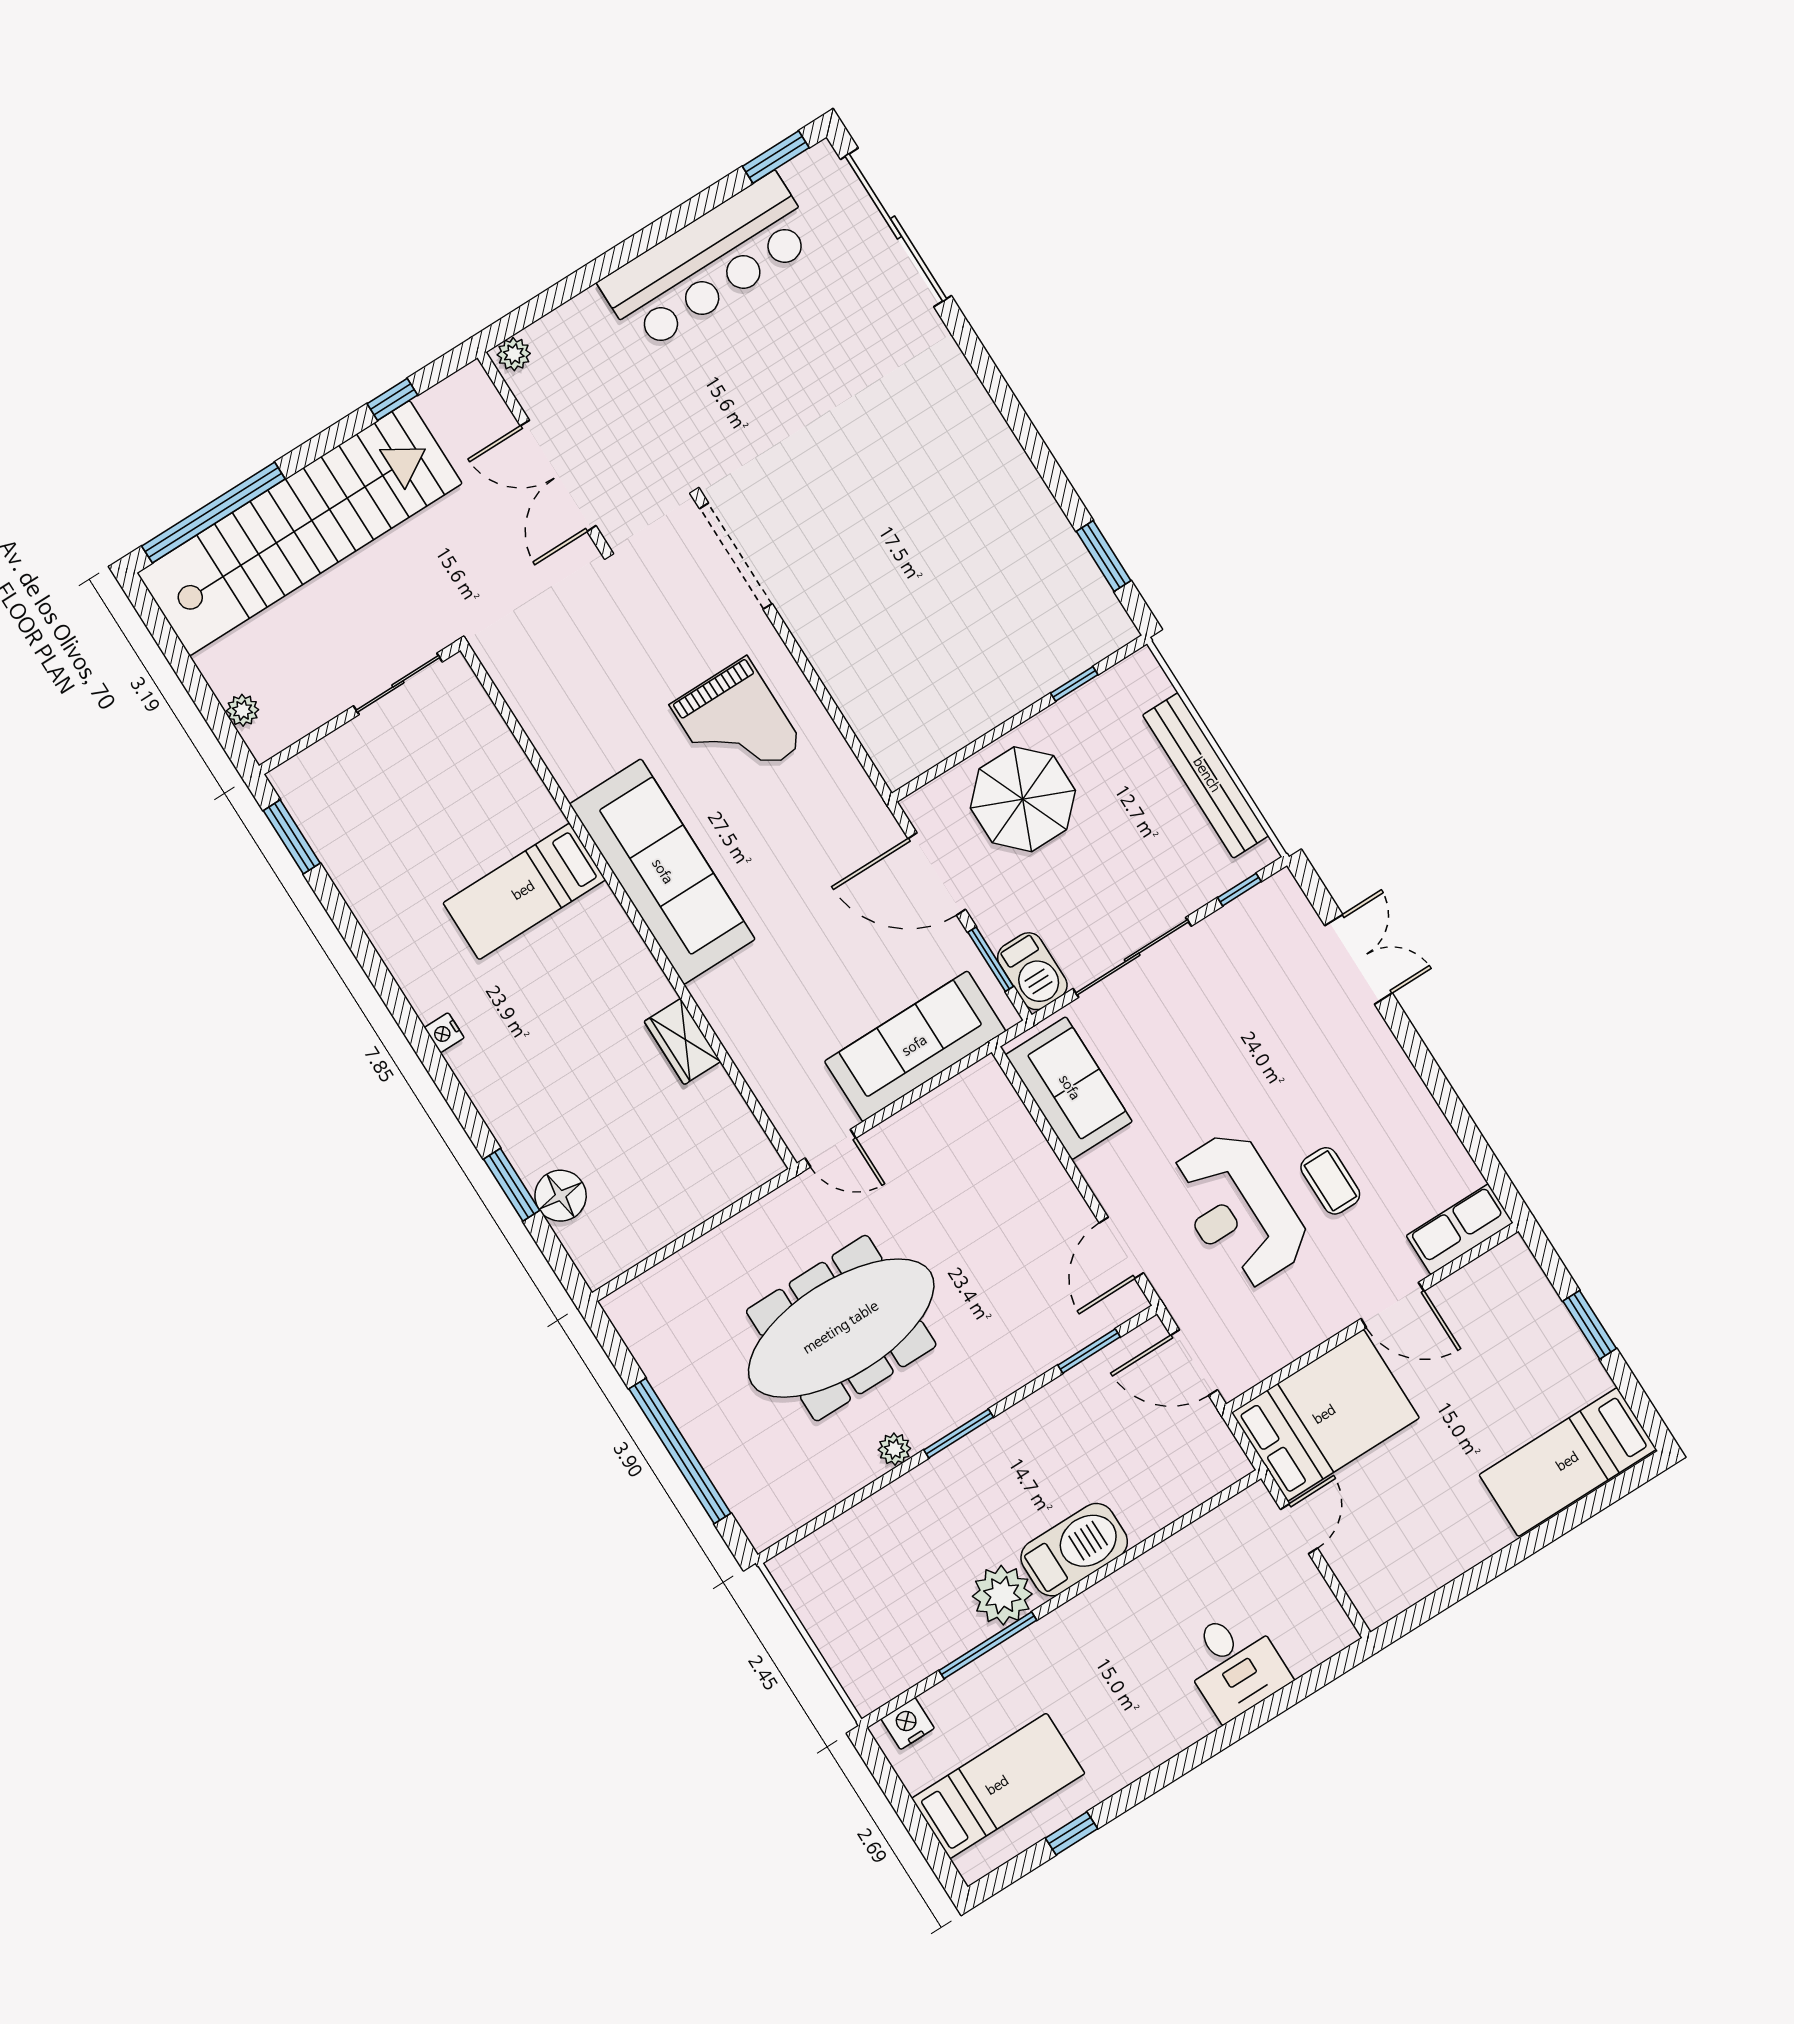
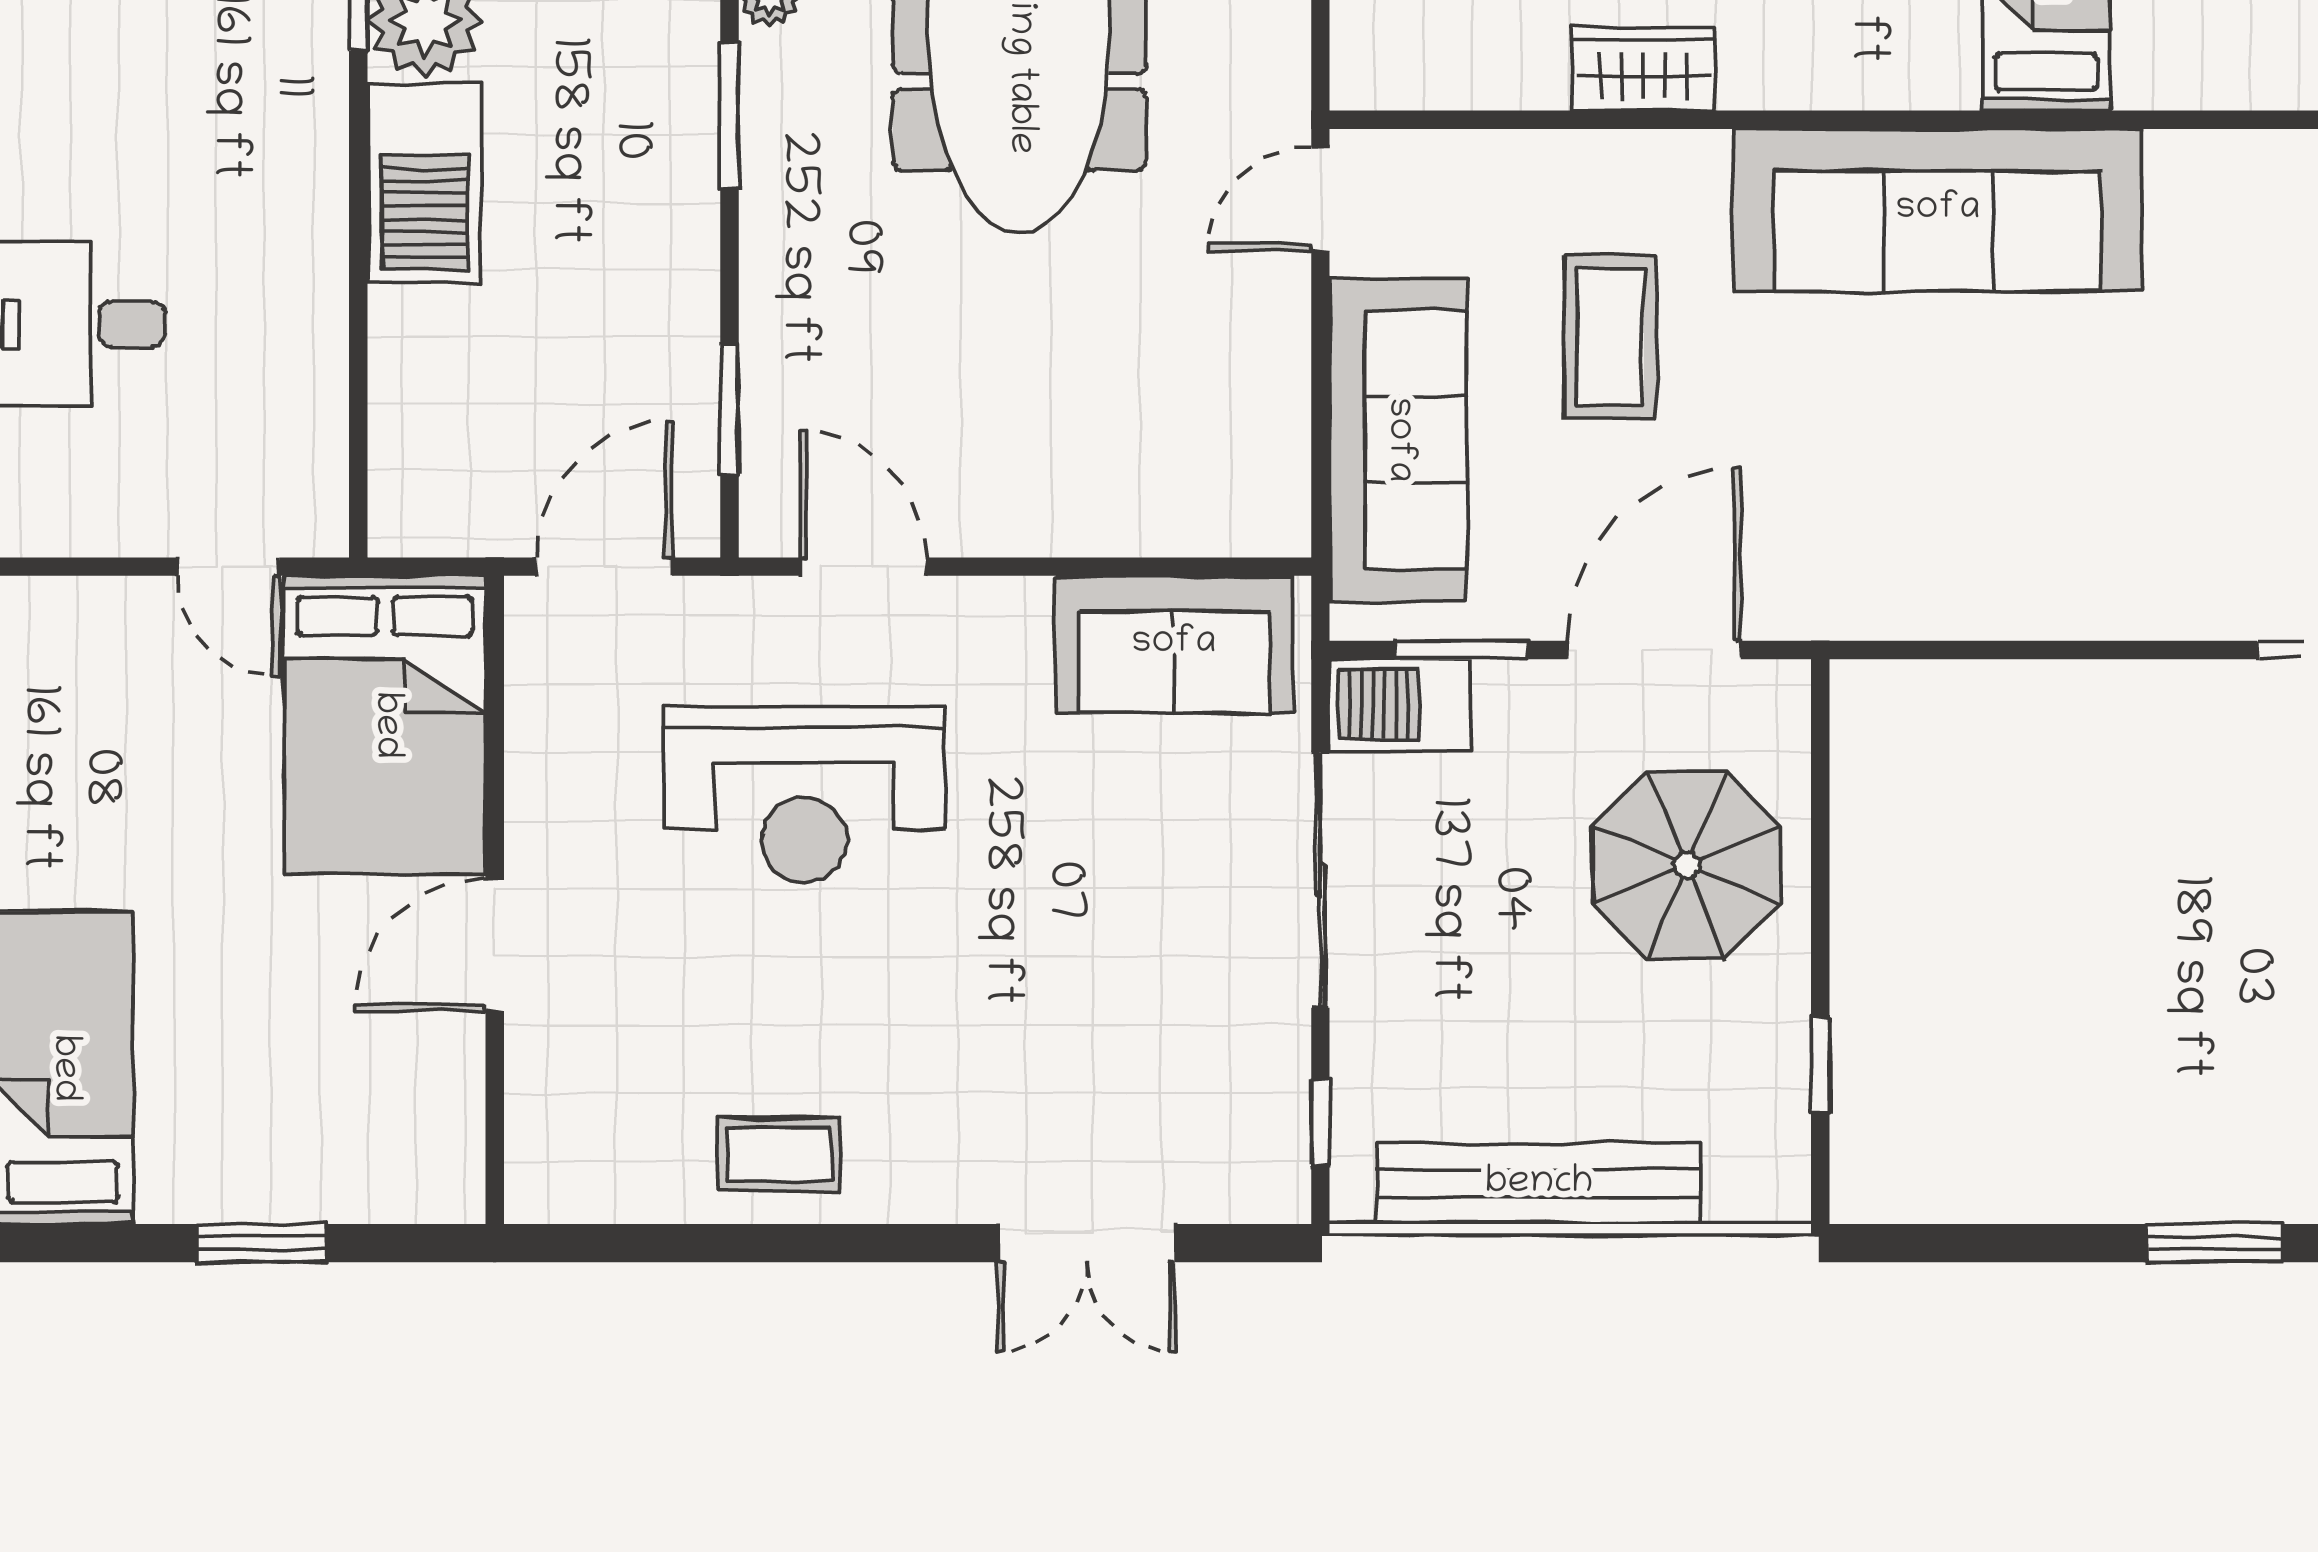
window: (1104, 556) -> (2214, 1243), moved
grand piano: (736, 725) -> (2098, 479), removed
coffee table: (810, 981) -> (1610, 337), added
coffee table: (1330, 1181) -> (779, 1154), moved
reception desk: (1239, 1210) -> (804, 794), turned 180
row of seats: (1460, 1229) -> (548, 1131), removed

